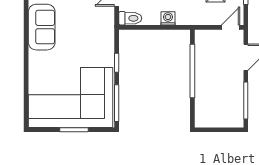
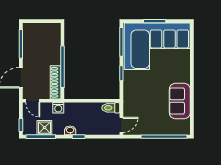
washing machine: (168, 18) -> (58, 108), moved
door: (231, 27) -> (33, 101), hinge flipped
shoe rack: (201, 51) -> (56, 82), added

